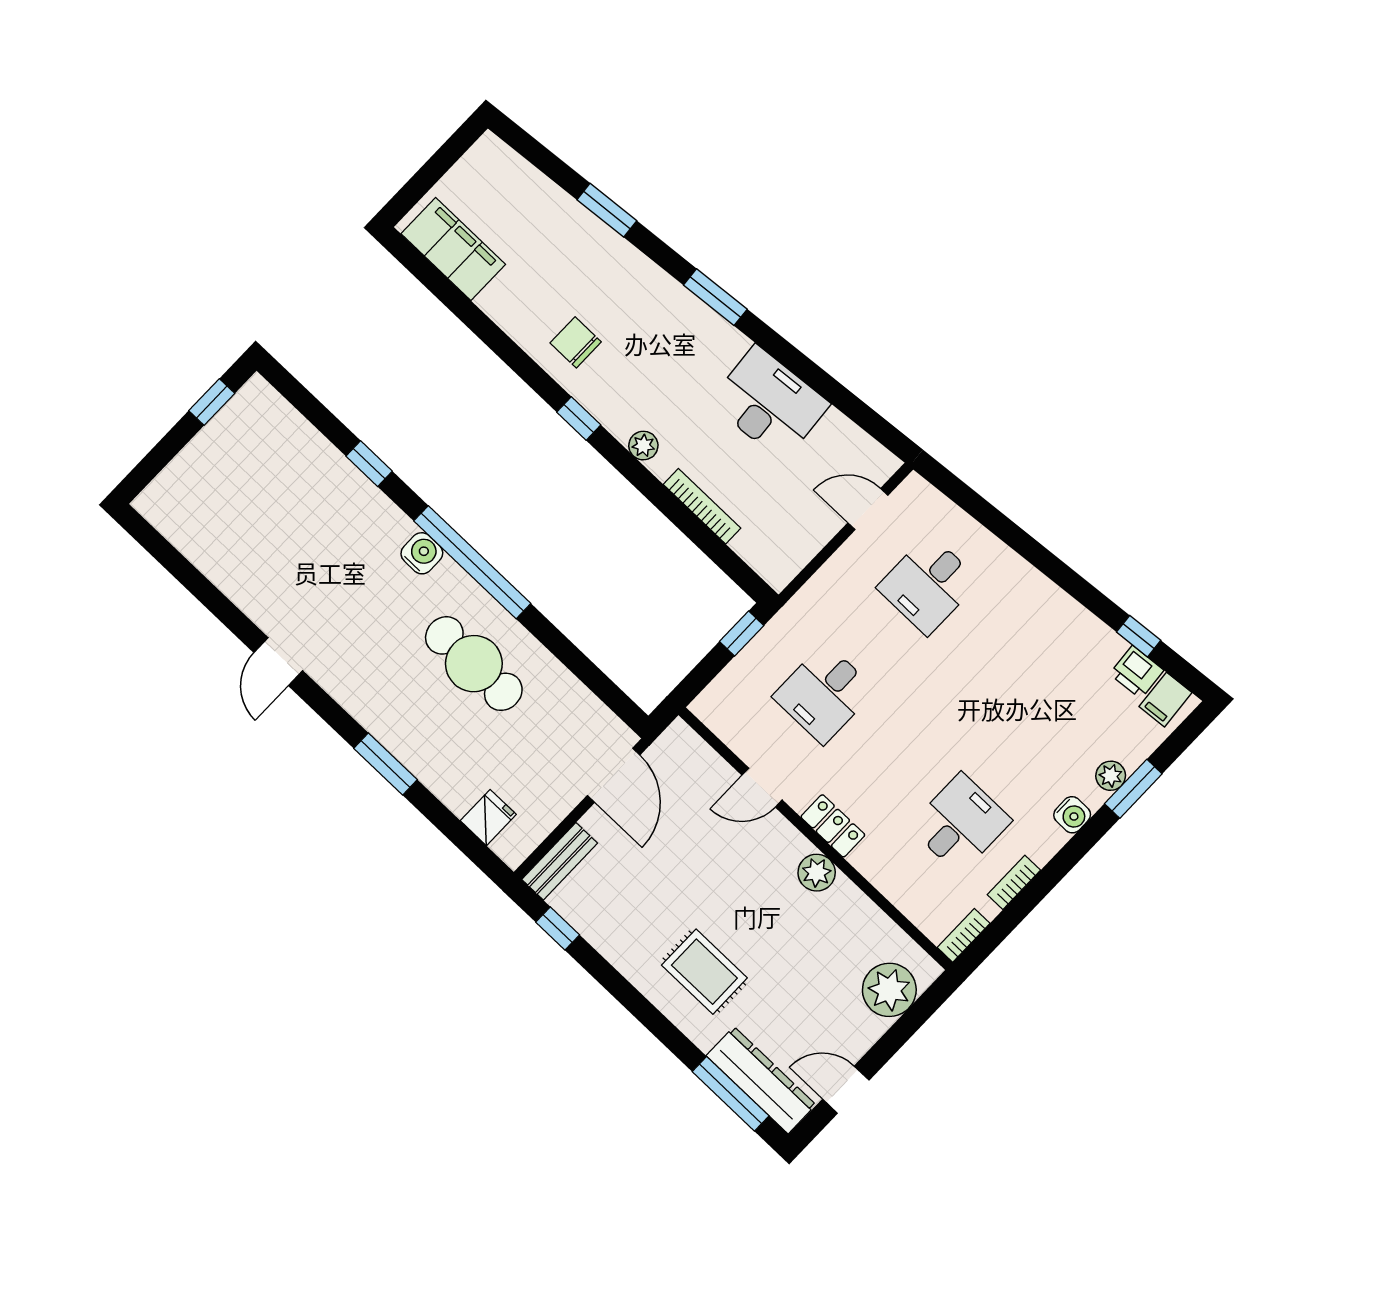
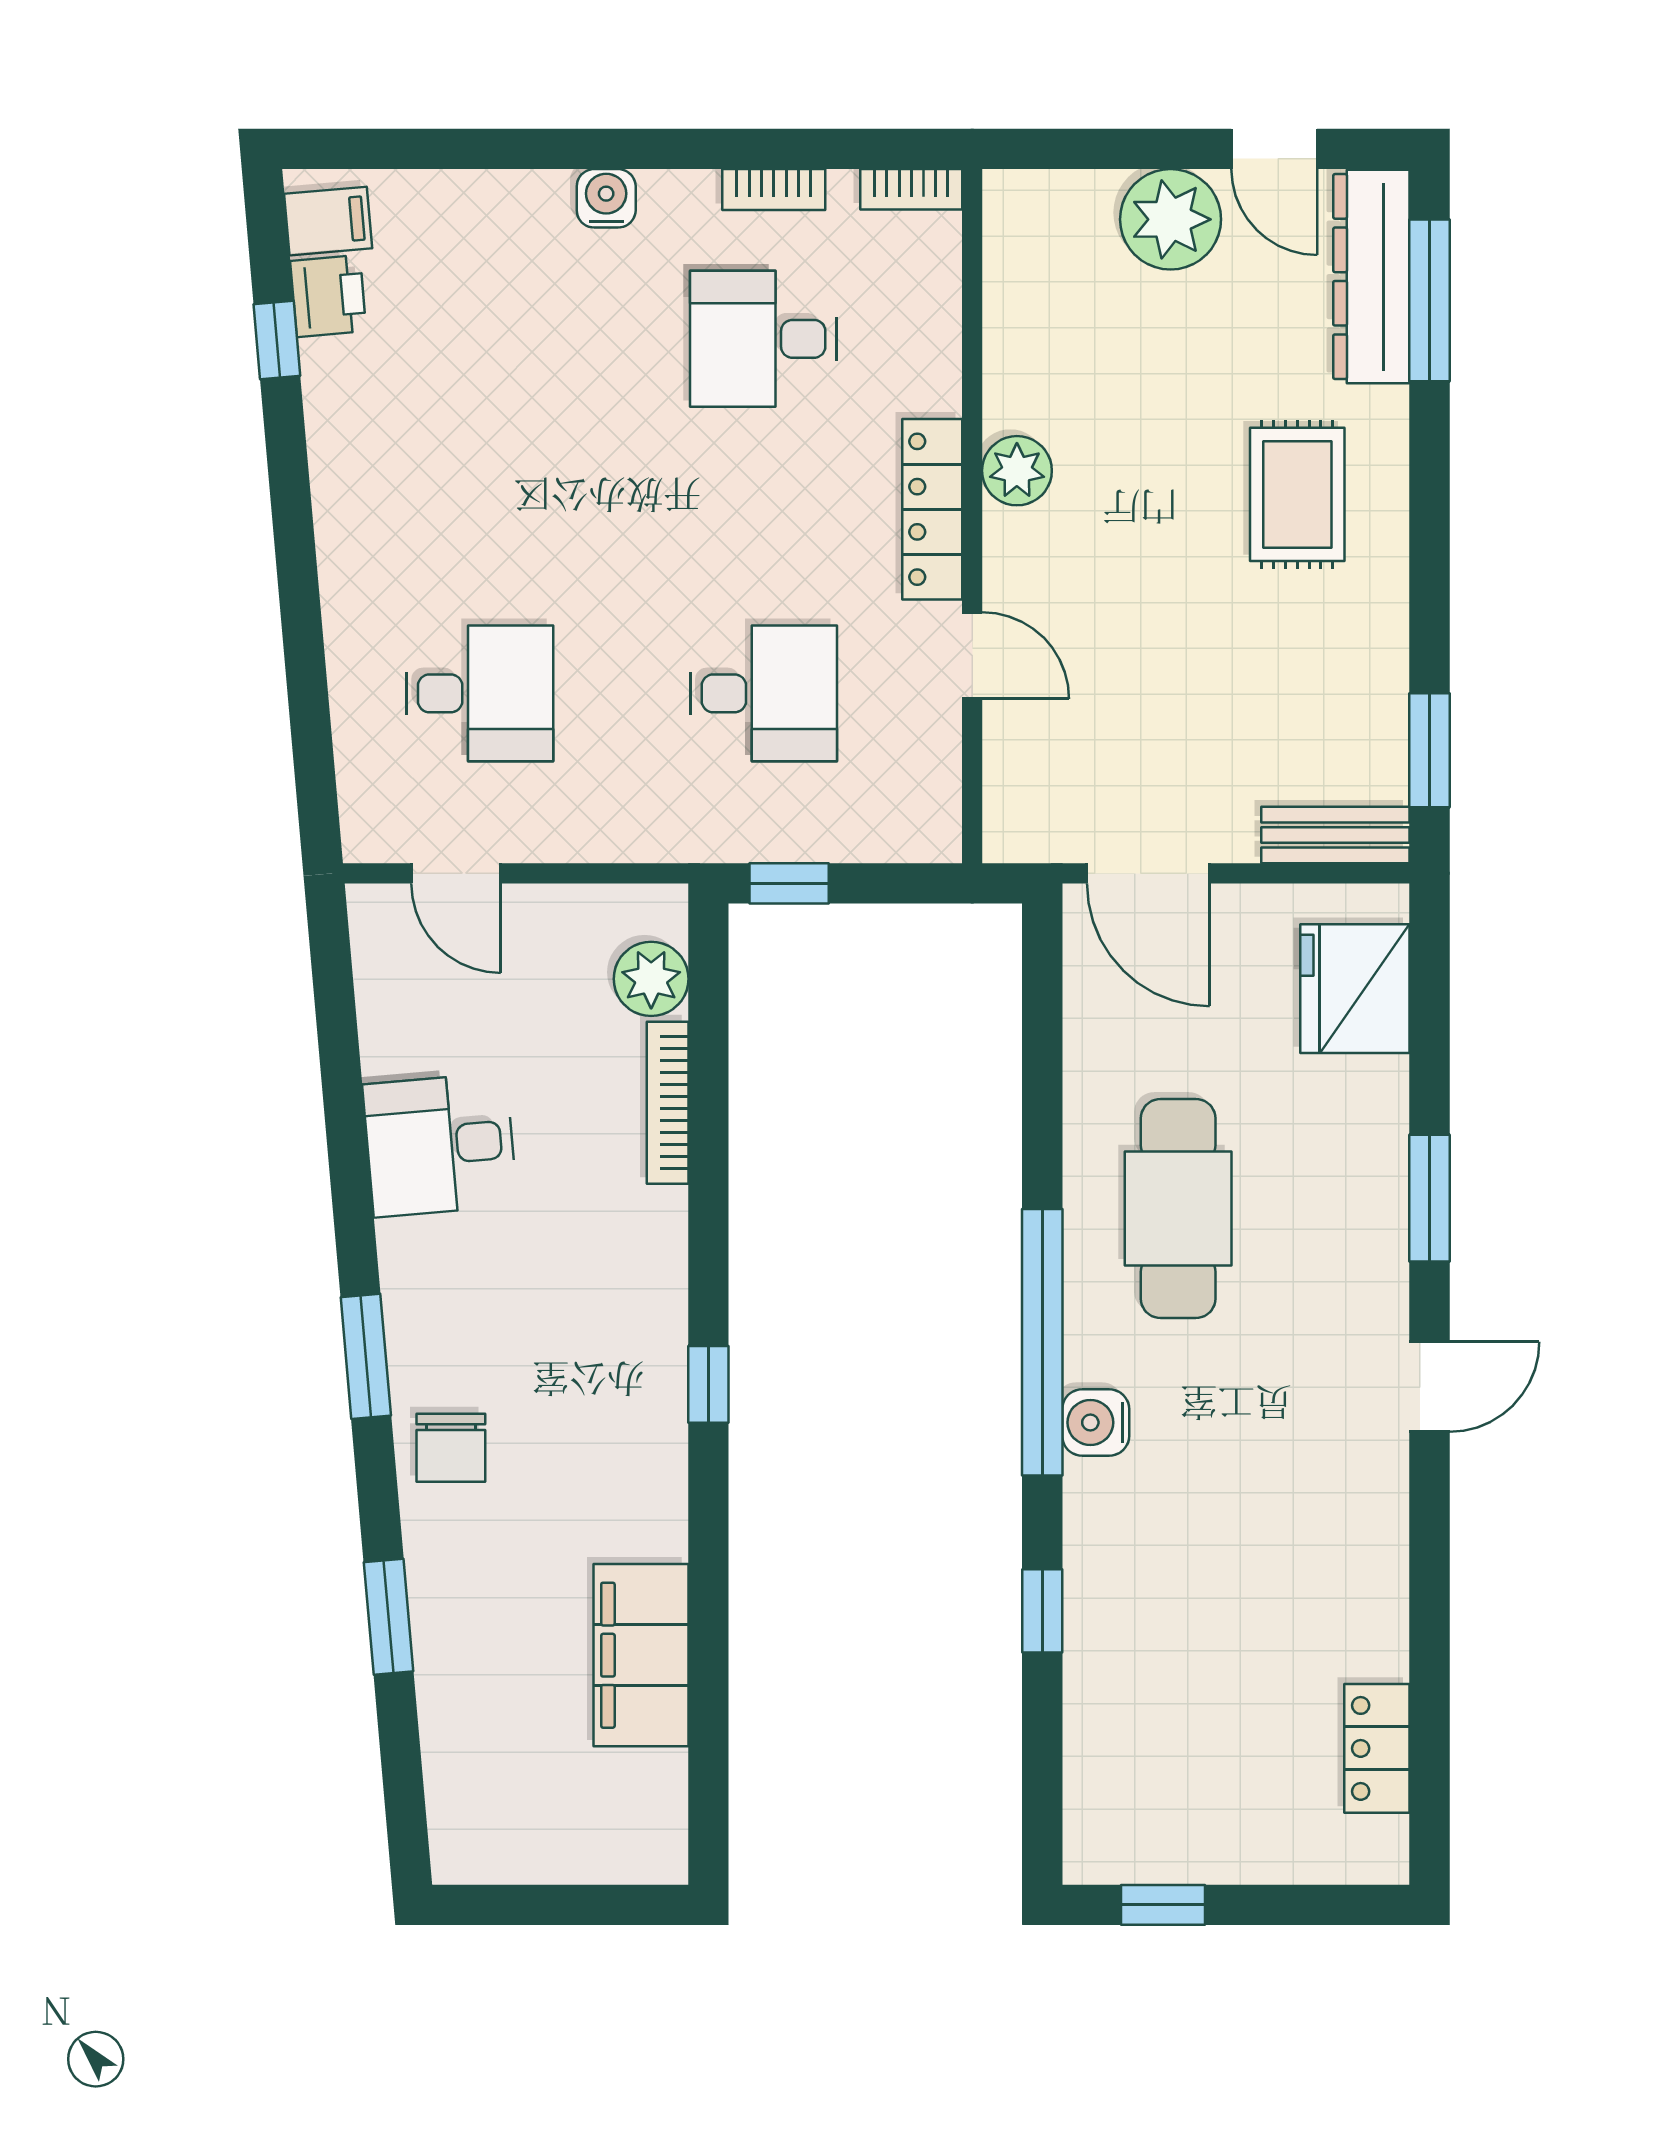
filing cabinet: (453, 249) -> (641, 1655), moved
chair: (576, 342) -> (451, 1448), moved
desk: (769, 403) -> (440, 1145), width x0.73
plant: (643, 446) -> (651, 979), moved, width x1.38, depth x1.38
locker: (193, 542) -> (1377, 1748), added
door: (278, 662) -> (1430, 1387), moved
door: (614, 775) -> (1148, 873), swing flipped
plant: (1111, 776) -> (503, 197), removed
window: (1133, 789) -> (491, 149), removed
fridge: (488, 818) -> (1355, 989), width x1.88, depth x1.34
locker: (833, 826) -> (932, 509), width x1.53
window: (558, 928) -> (1430, 750), width x1.50
plant: (889, 990) -> (1171, 219), moved

